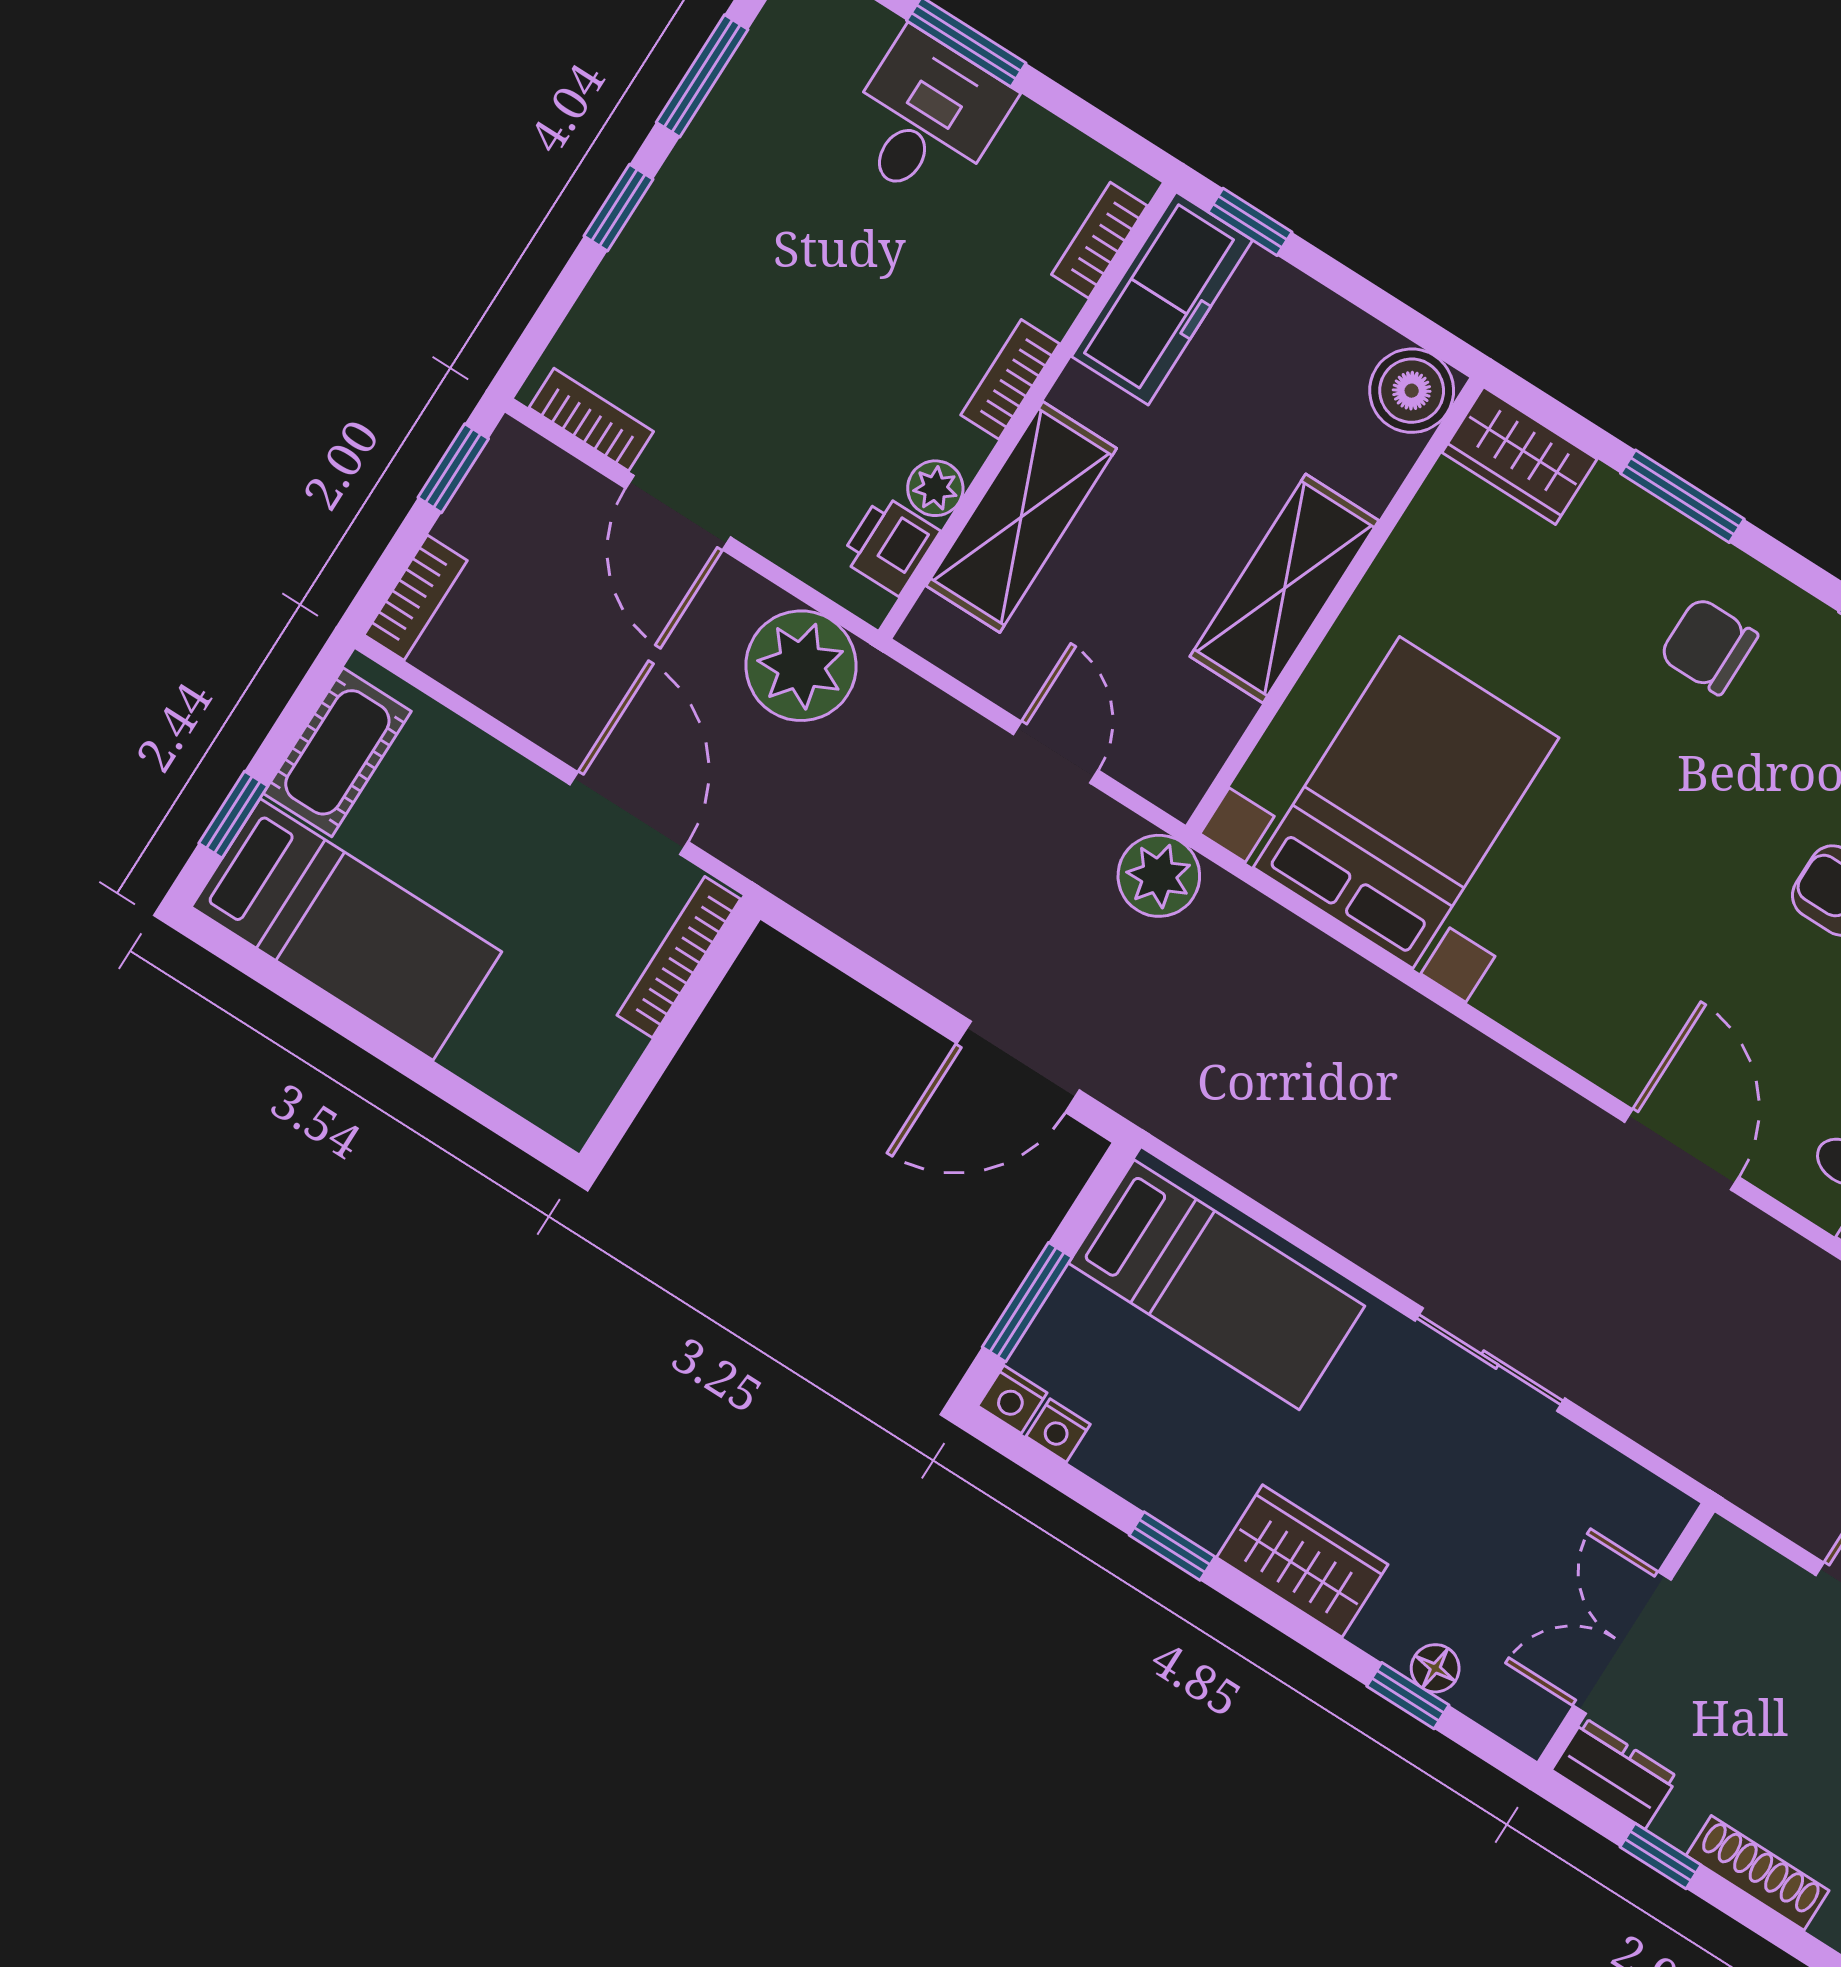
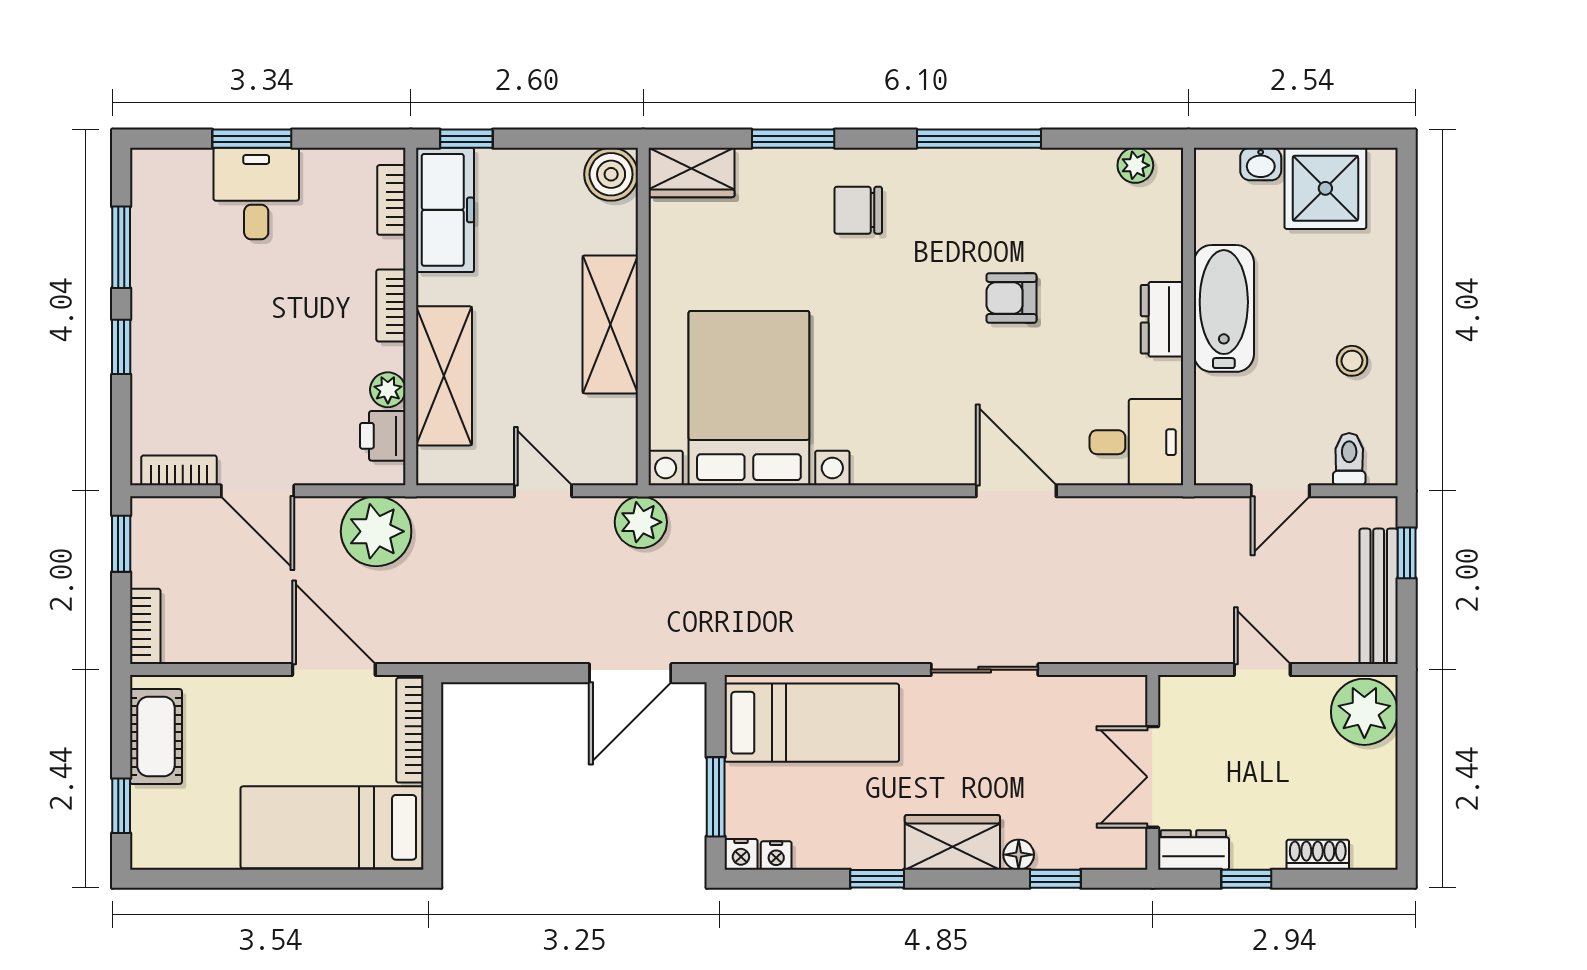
bed: (347, 929) -> (332, 827), moved, turned 180
floor lamp: (1435, 1668) -> (1019, 855), moved
shoe rack: (1758, 1873) -> (1318, 855), width x0.70

